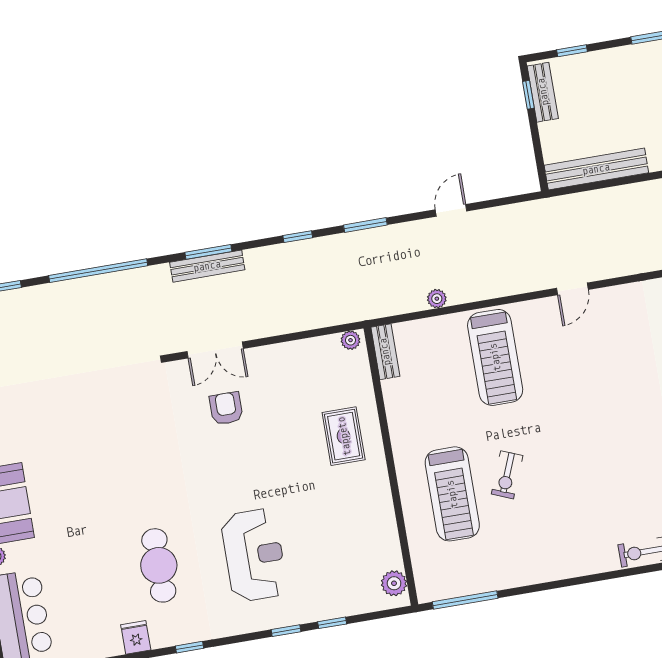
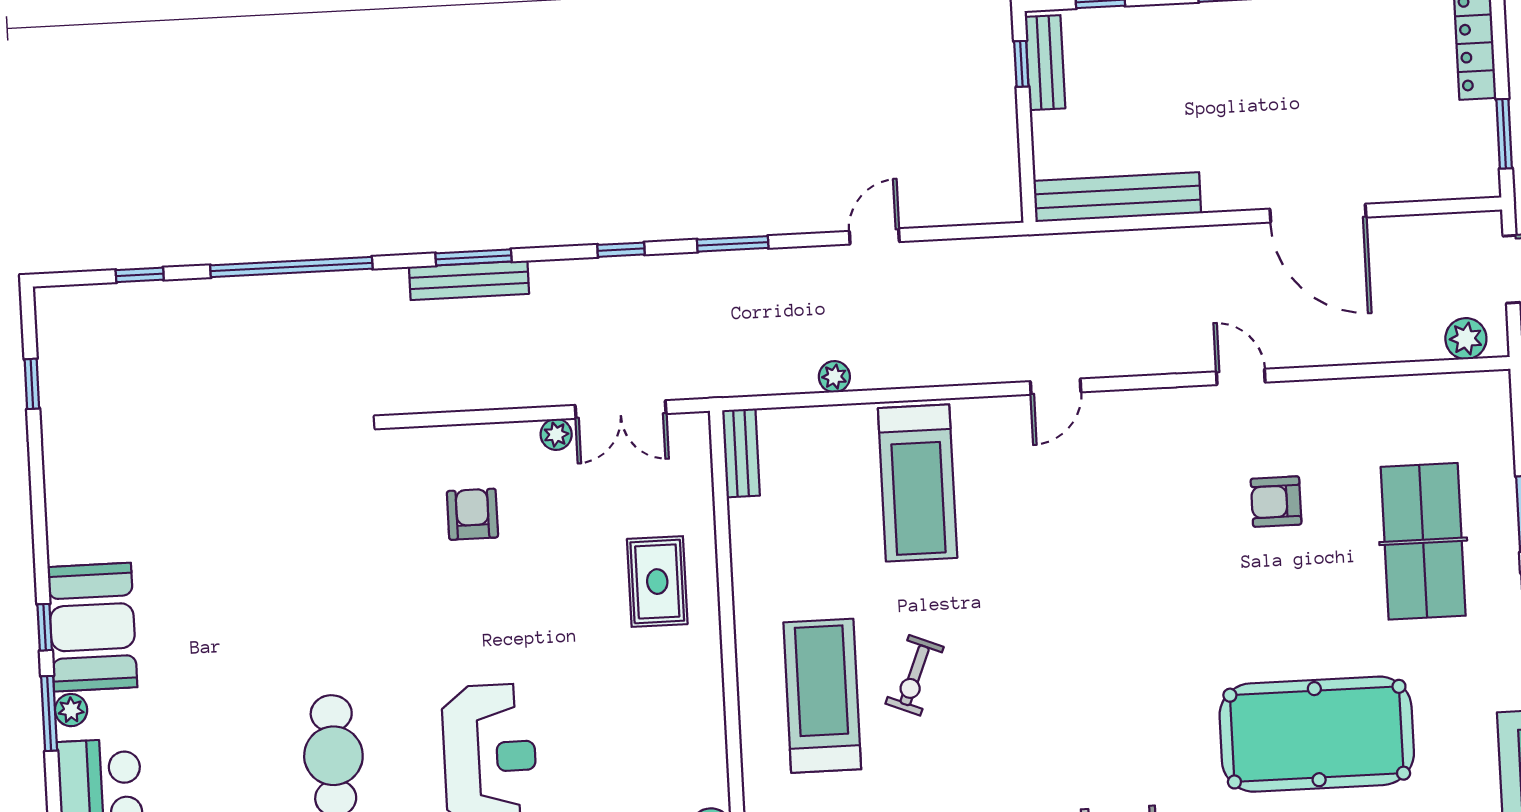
plant: (350, 340) -> (556, 434), moved
double door: (215, 350) -> (621, 409), moved
treadmill: (452, 494) -> (822, 696), turned 180

